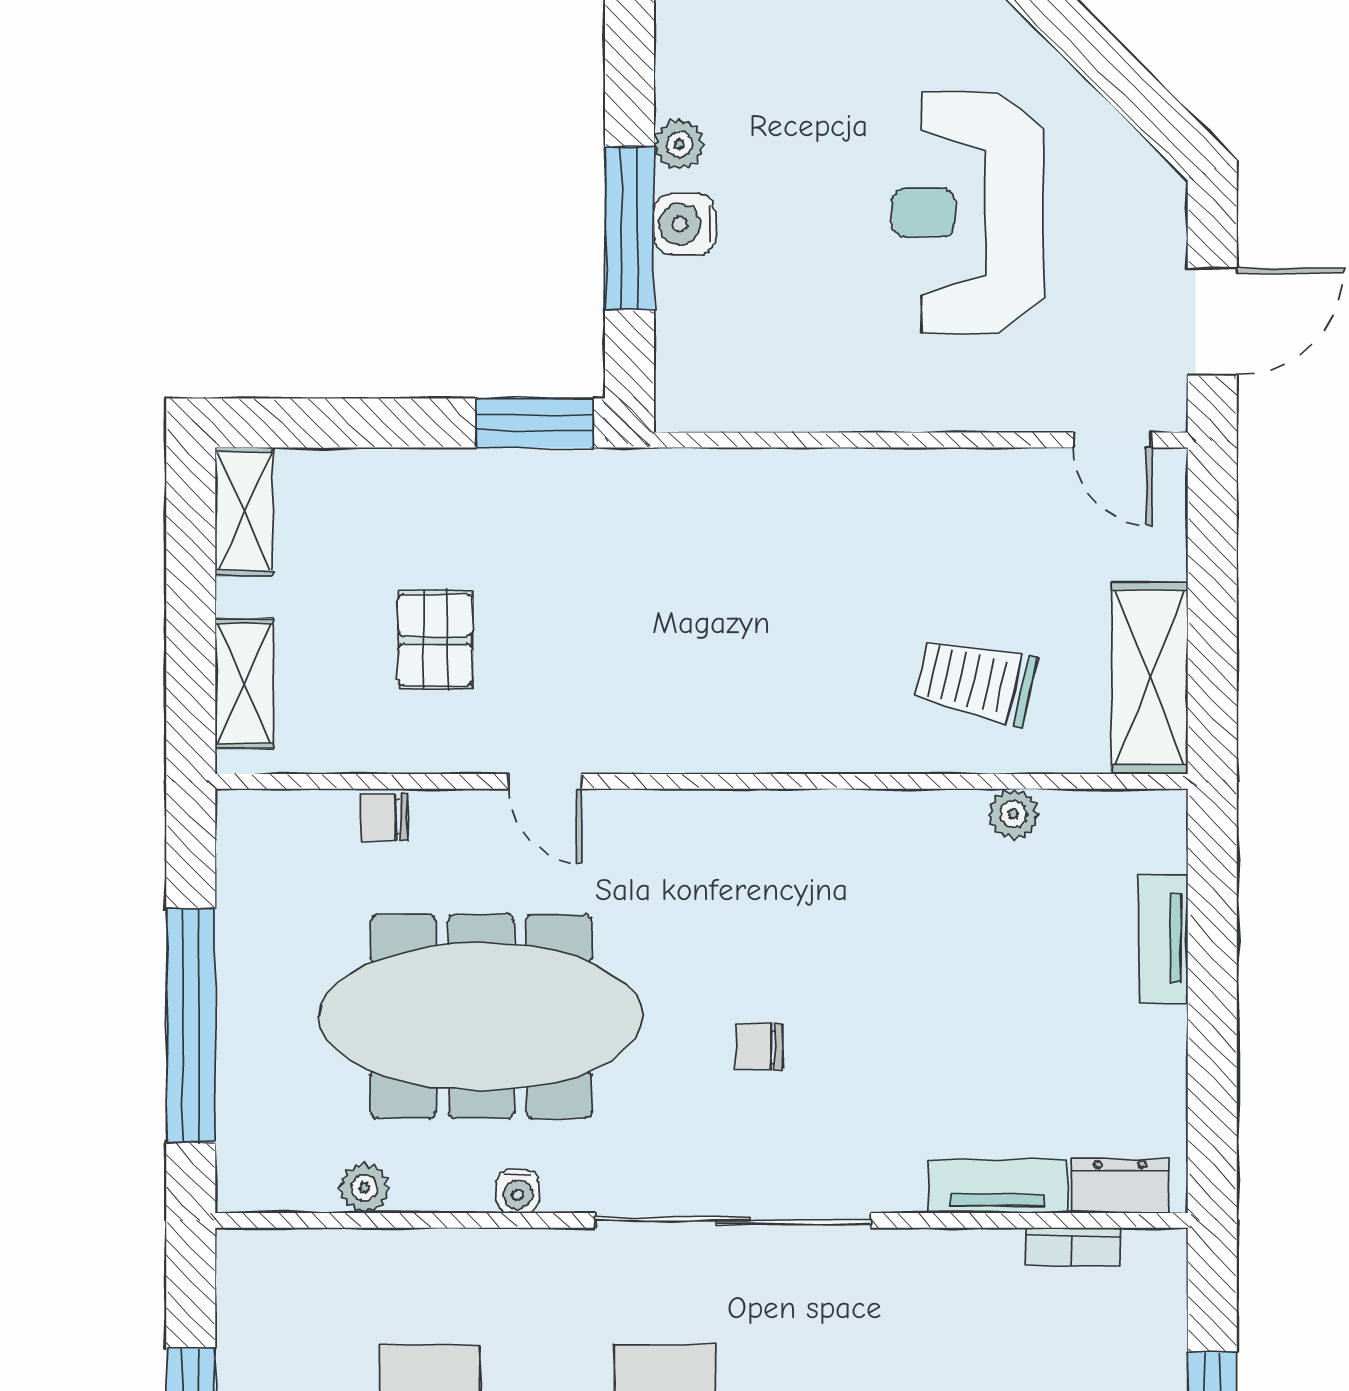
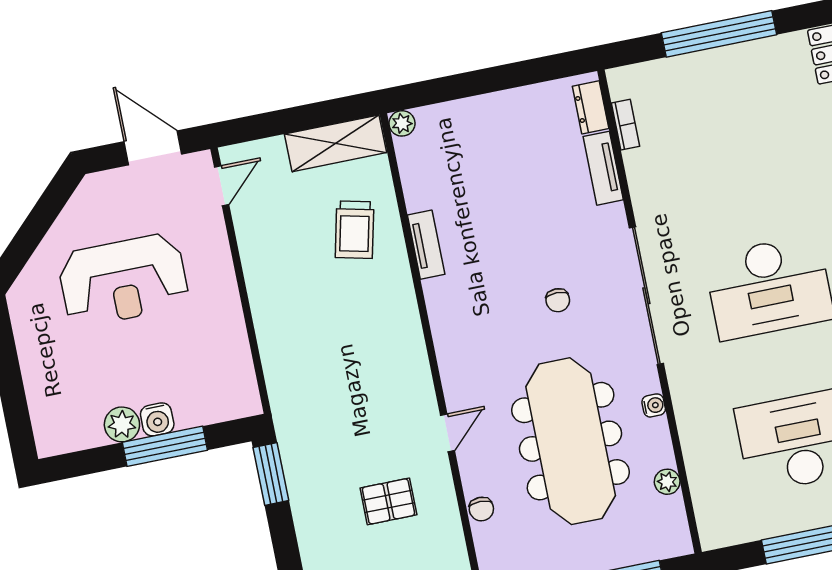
plant: (679, 144) -> (122, 424), width x1.38, depth x1.38
plant: (1013, 814) -> (402, 123), moved
tv unit: (1163, 939) -> (426, 245), moved, turned -90

